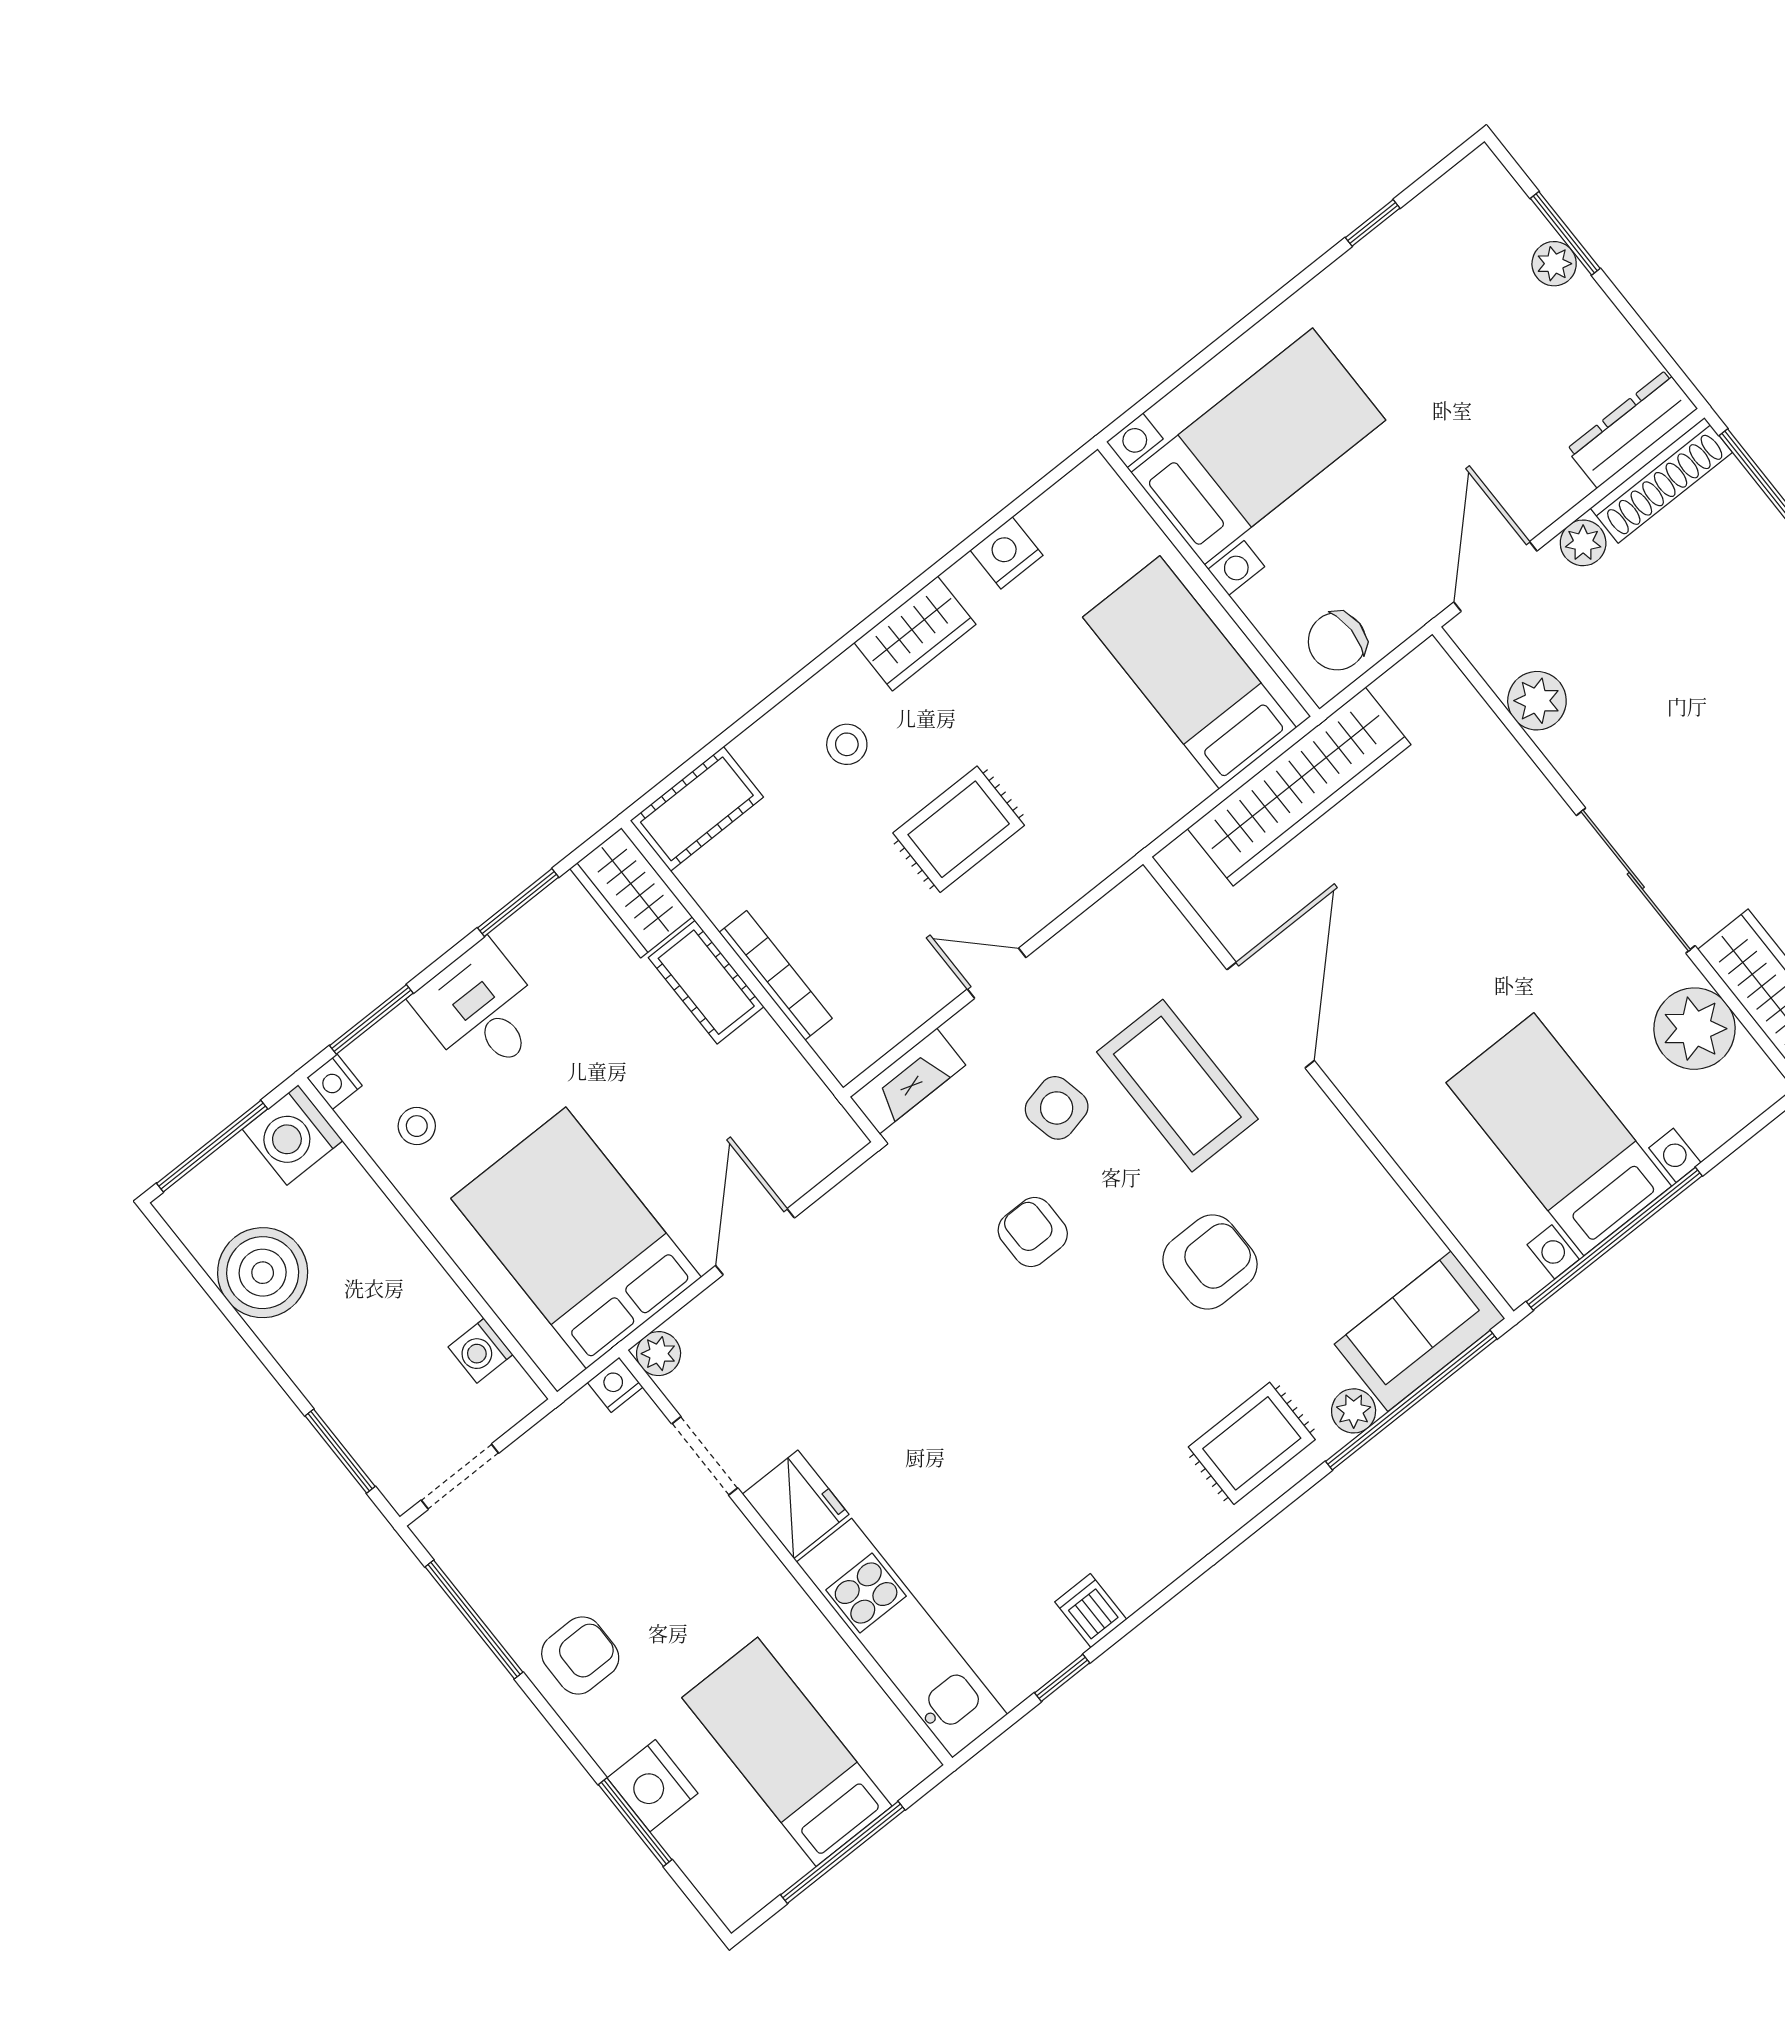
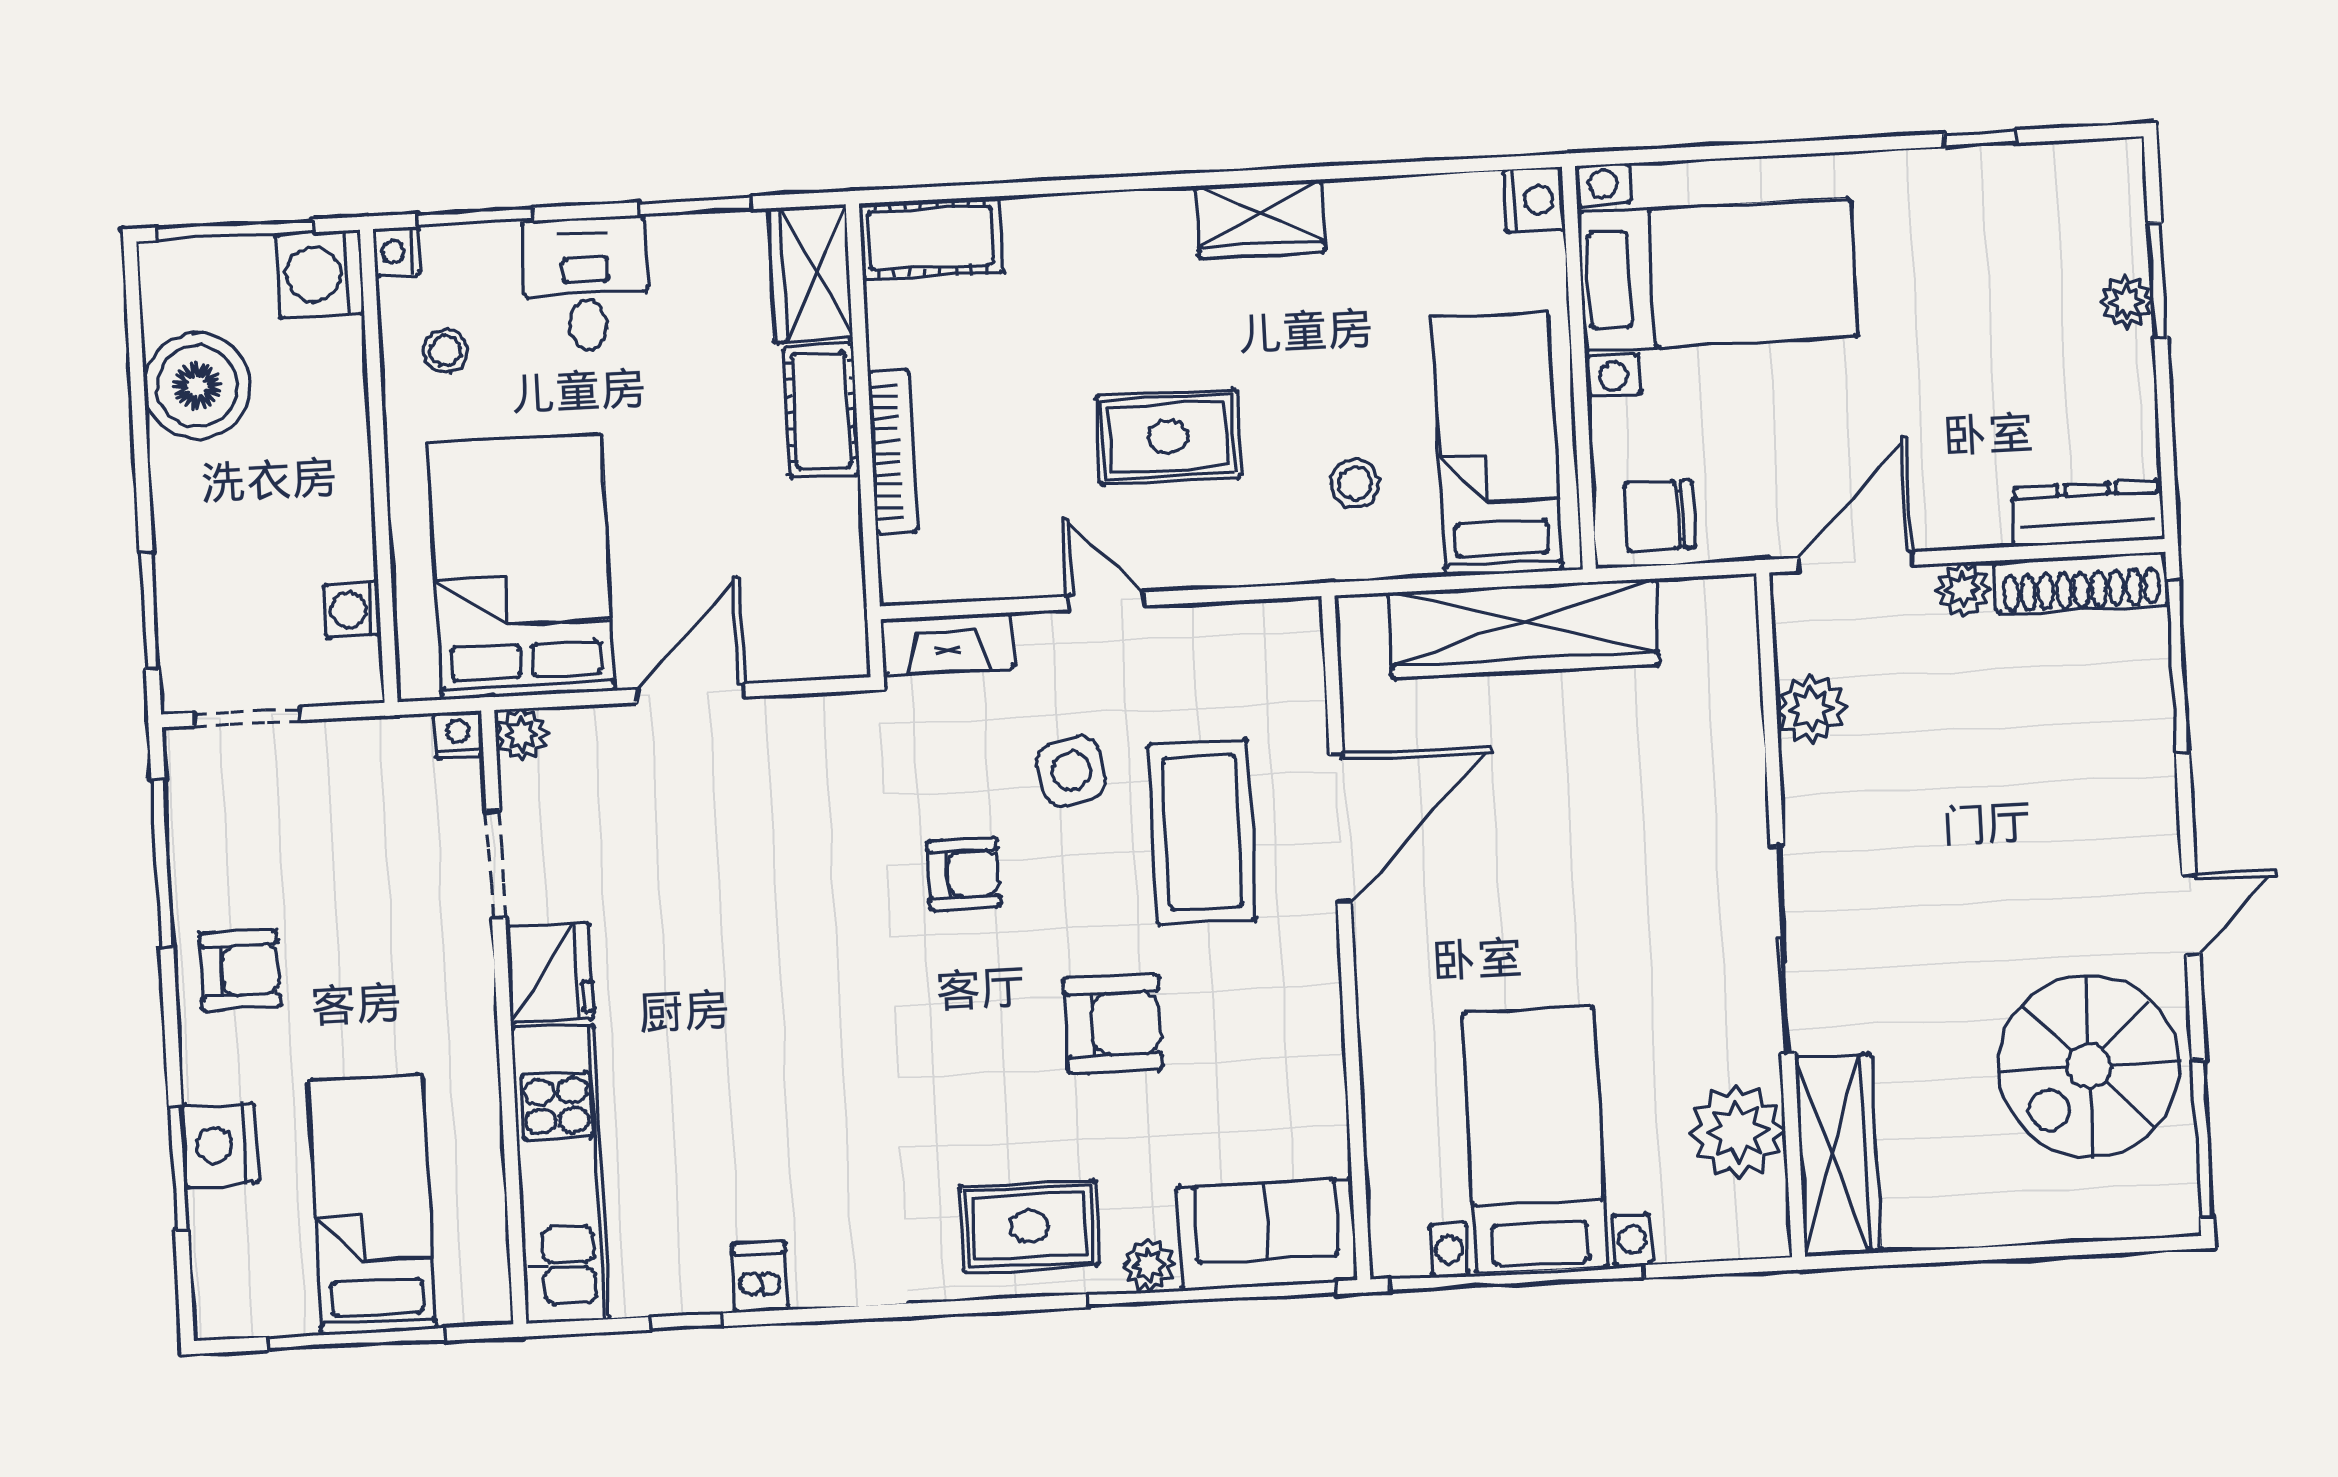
nightstand: (1007, 553) -> (1534, 200), moved, turned 90
stool: (847, 744) -> (1355, 483), moved
armchair: (1033, 1232) -> (964, 874), turned 90

